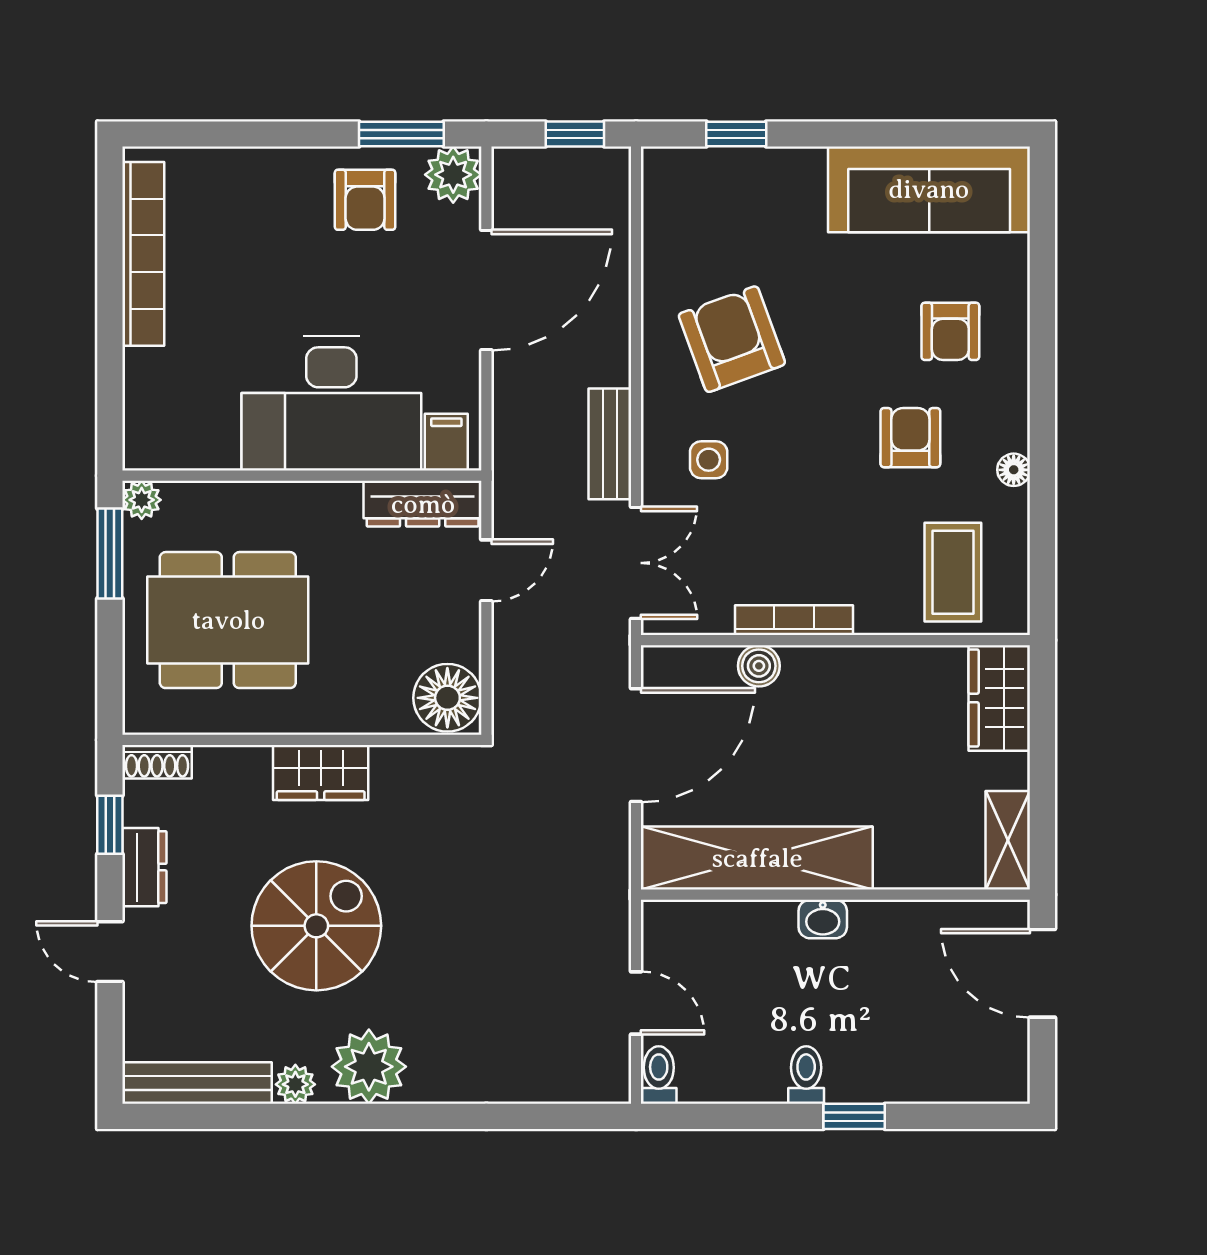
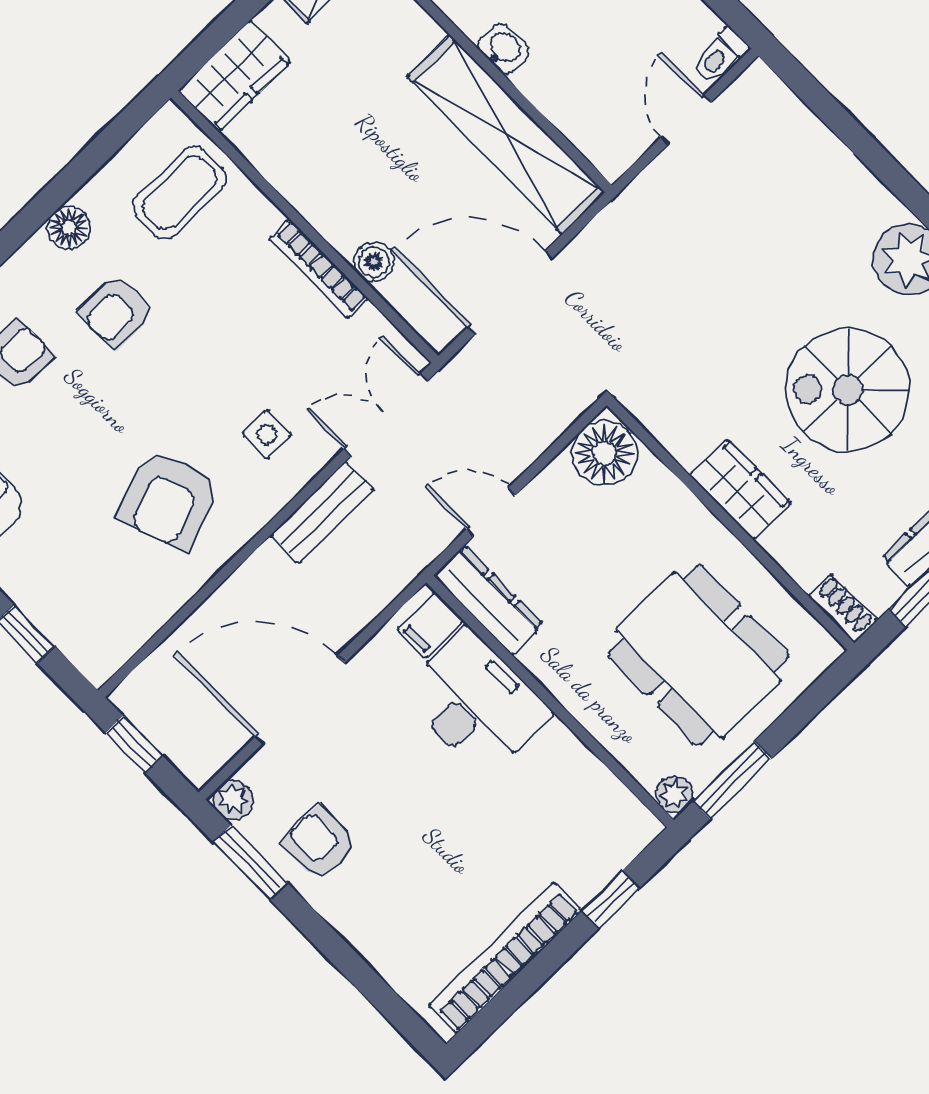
plant: (453, 175) -> (233, 800), width x0.73, depth x0.73
armchair: (365, 200) -> (320, 843), turned -90
window: (110, 376) -> (611, 899), added
desk: (331, 404) -> (476, 703), width x0.73, depth x0.77
floor lamp: (1014, 470) -> (69, 228), width x1.37, depth x1.37

